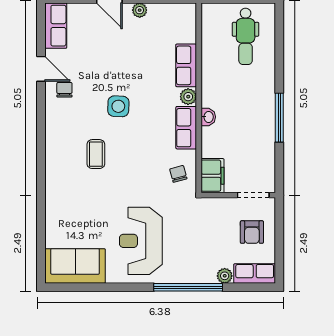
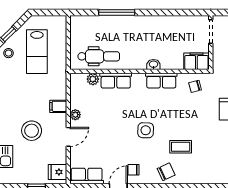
dental chair: (246, 36) -> (99, 56), moved
plant: (188, 97) -> (93, 79), moved
window: (279, 118) -> (117, 12), moved
chair: (62, 134) -> (166, 172), added

